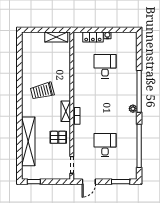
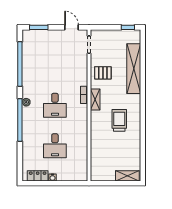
shelving: (56, 37) -> (127, 176), moved
locker: (93, 37) -> (38, 176), moved
trolley: (42, 91) -> (119, 120), turned -76
desk: (105, 145) -> (55, 105), moved
door: (89, 182) -> (72, 27), hinge flipped

